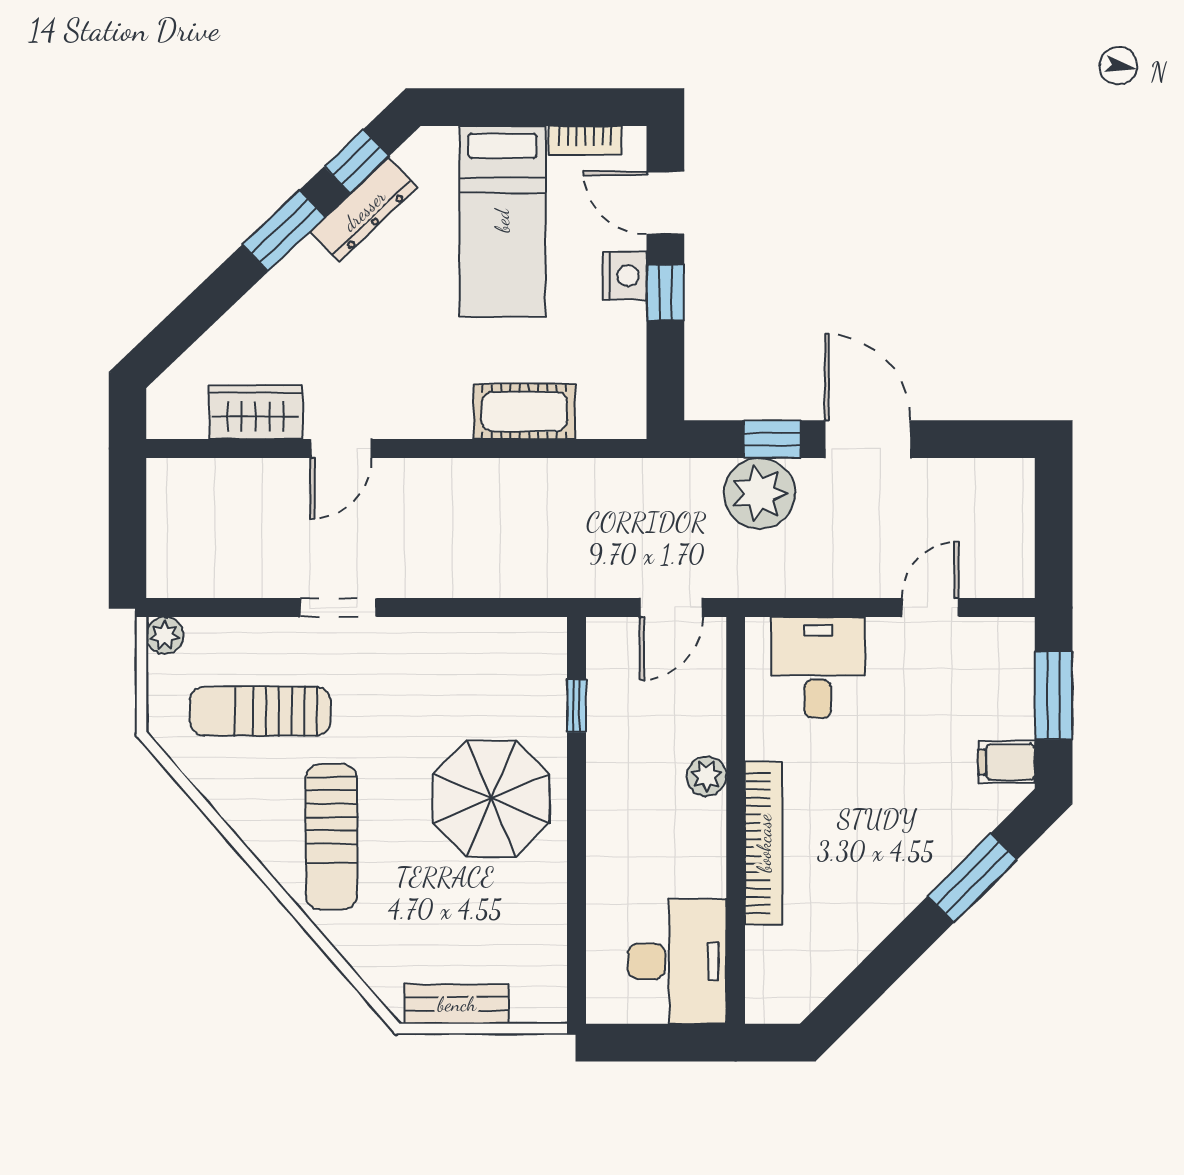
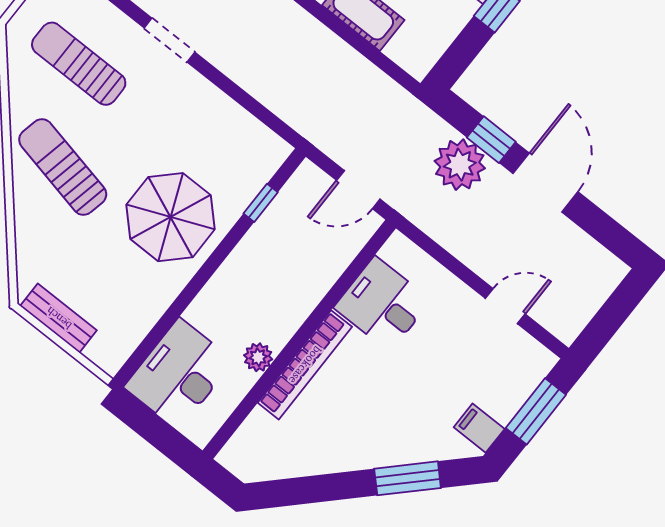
desk: (818, 667) -> (382, 304), moved, turned -90
plant: (706, 776) -> (258, 357), moved
sun lounger: (331, 837) -> (63, 167), turned 102
desk: (677, 961) -> (179, 374), moved, turned 180

